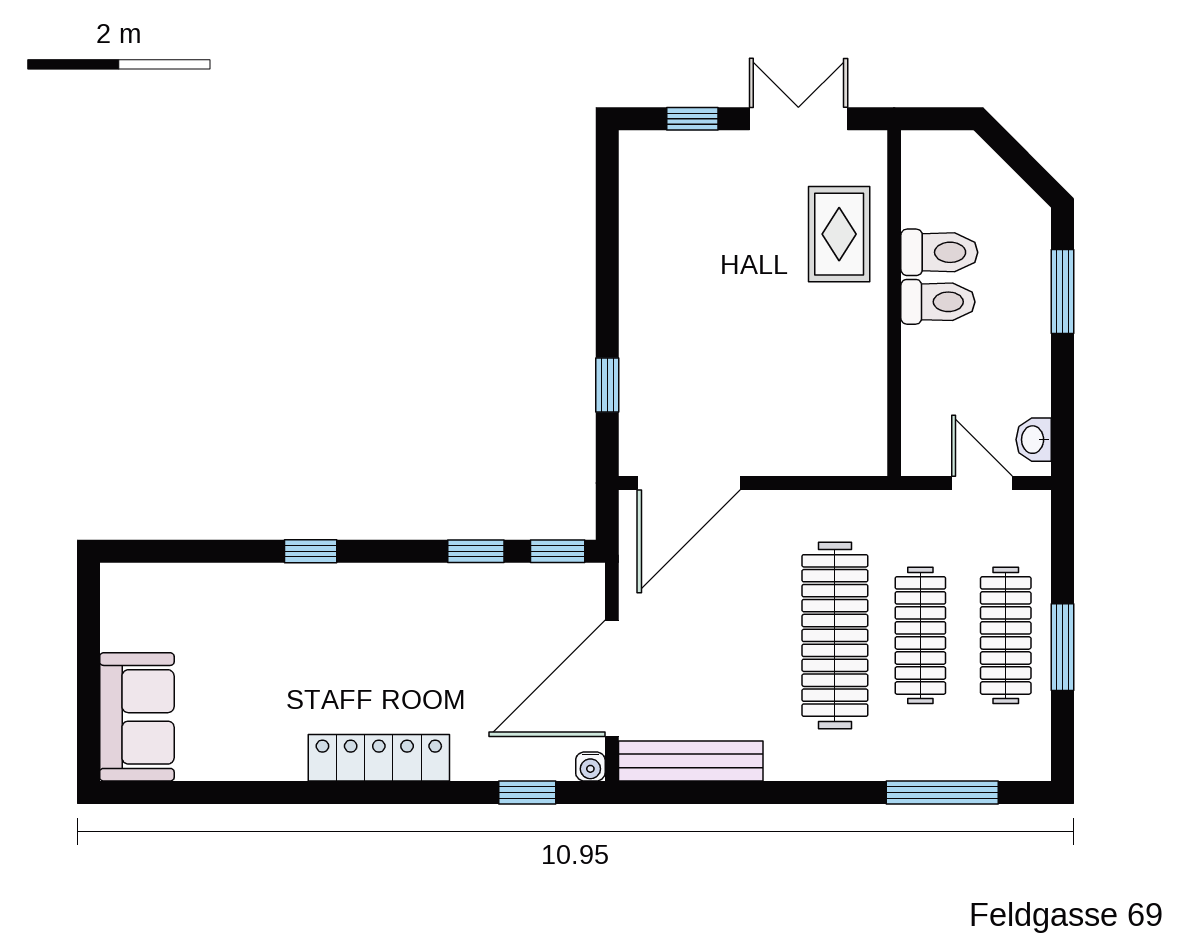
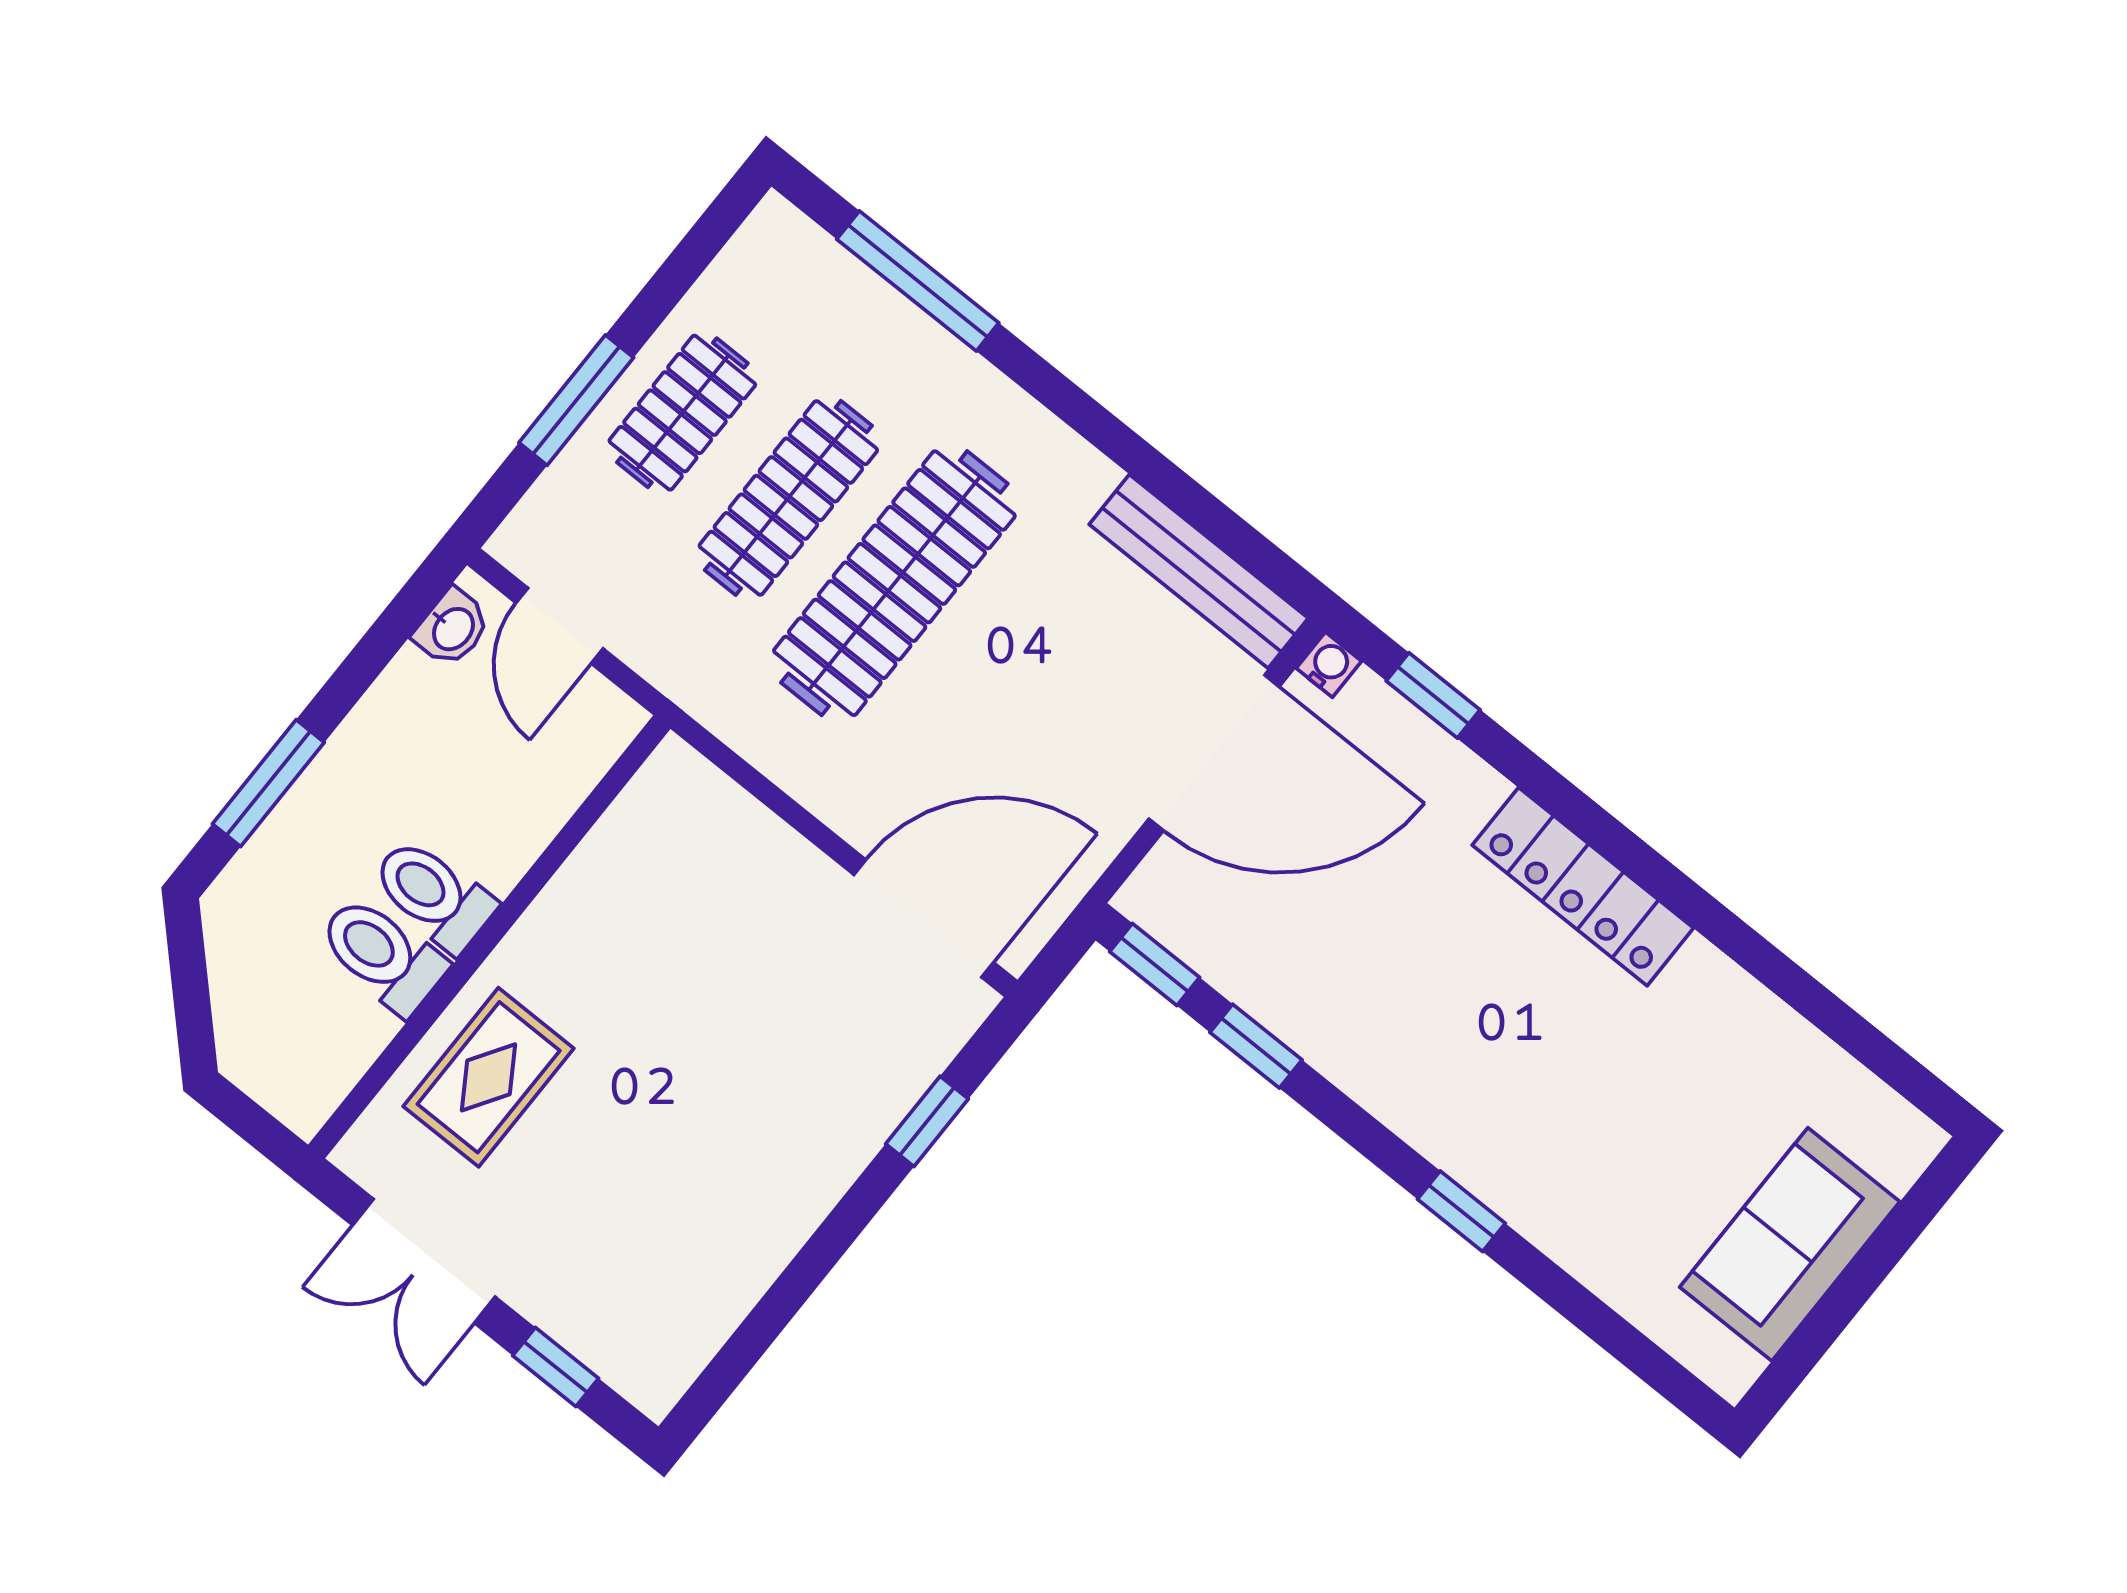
clothes rail: (1006, 635) -> (682, 413), width x0.73
window: (1063, 647) -> (576, 400), moved
sofa: (137, 717) -> (1790, 1244), moved

